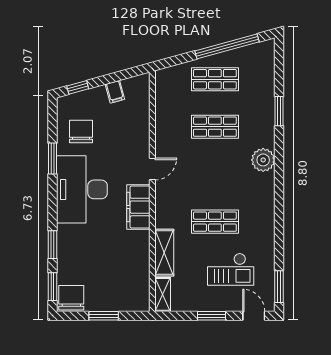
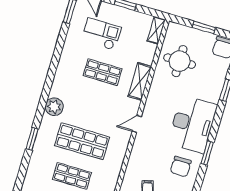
shop shelf: (215, 127) -> (82, 141), width x1.43, depth x1.36
filing cabinet: (138, 207) -> (155, 99), removed
shelving: (164, 253) -> (140, 81), moved
round table: (122, 264) -> (180, 61), added

